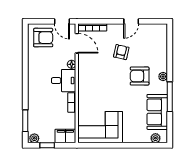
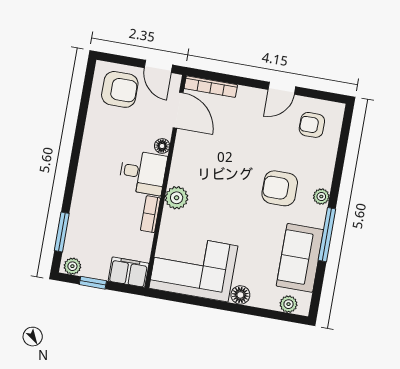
armchair: (121, 52) -> (312, 125), moved, turned -103
plant: (84, 91) -> (177, 198), added
floor lamp: (128, 138) -> (240, 295), added

